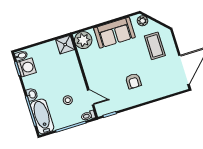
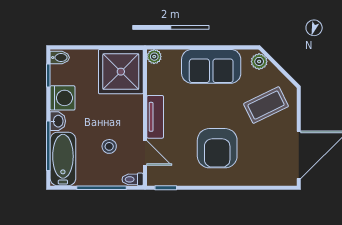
plant: (83, 40) -> (154, 57), width x0.53, depth x0.53
shower: (65, 45) -> (121, 72), width x1.86, depth x1.86
coffee table: (155, 46) -> (266, 105), turned 64
washing machine: (27, 67) -> (63, 98), moved
tv unit: (90, 74) -> (155, 117), added
armchair: (133, 81) -> (217, 148), width x1.88, depth x1.88

